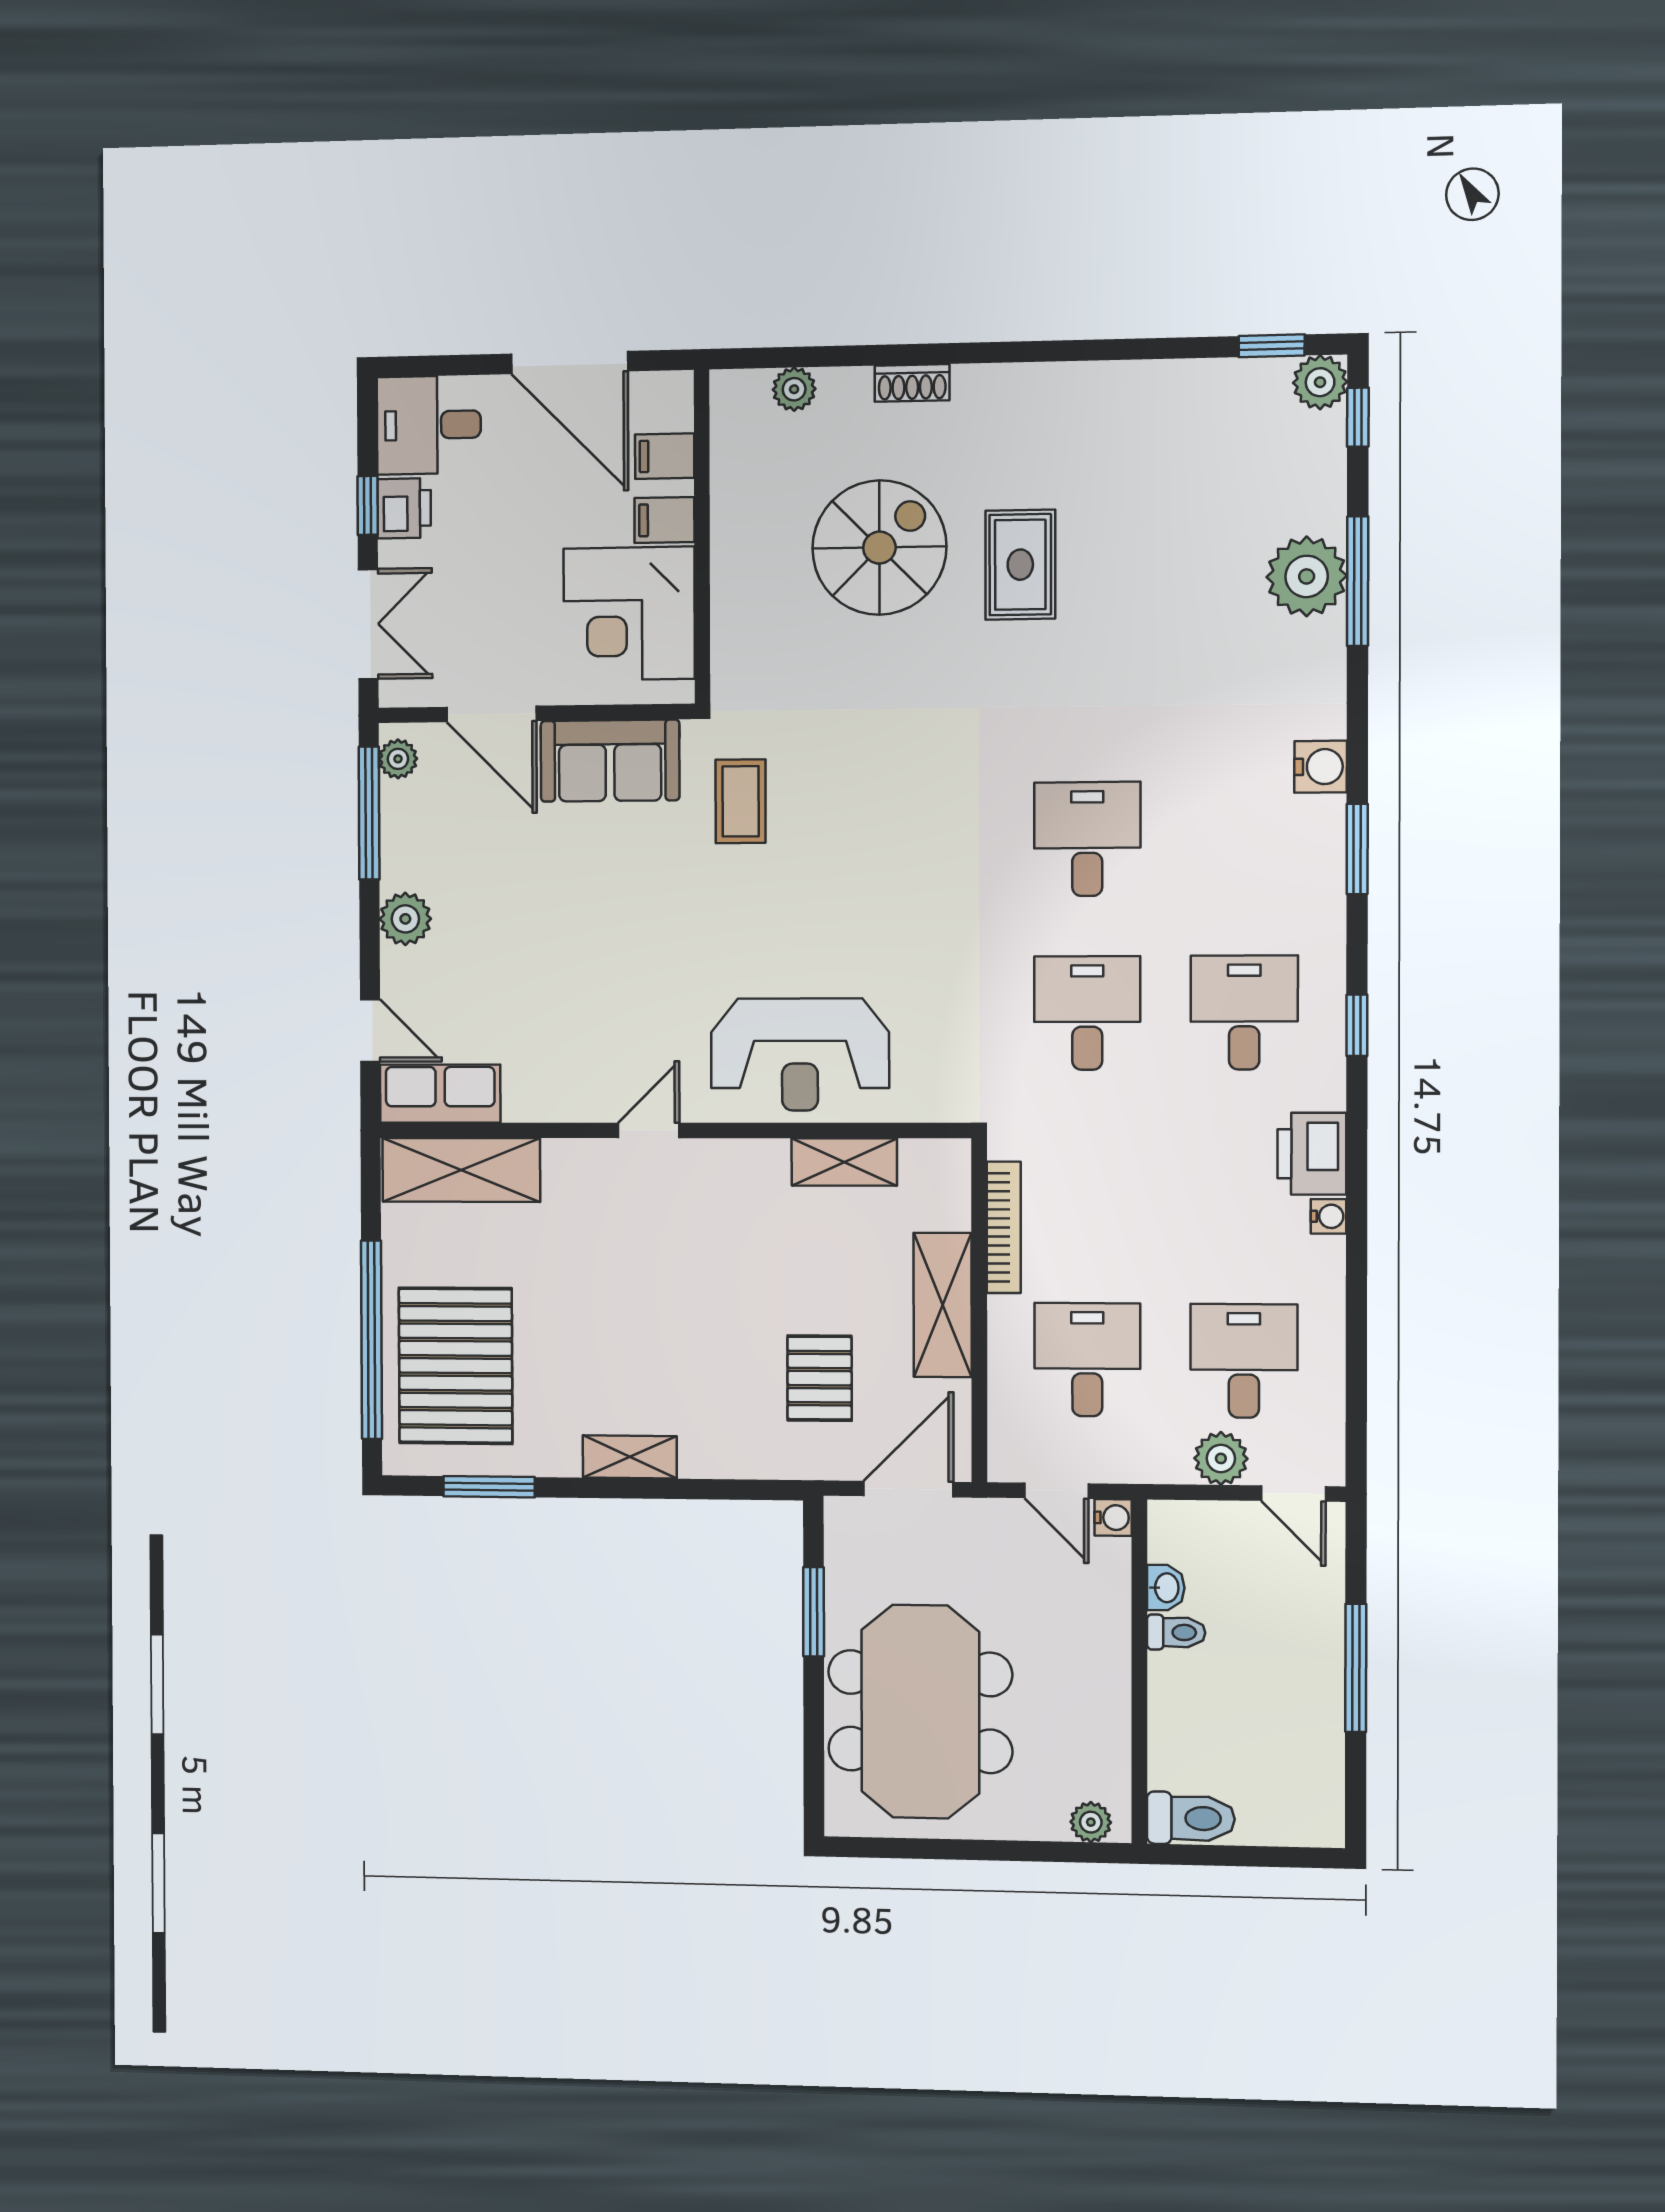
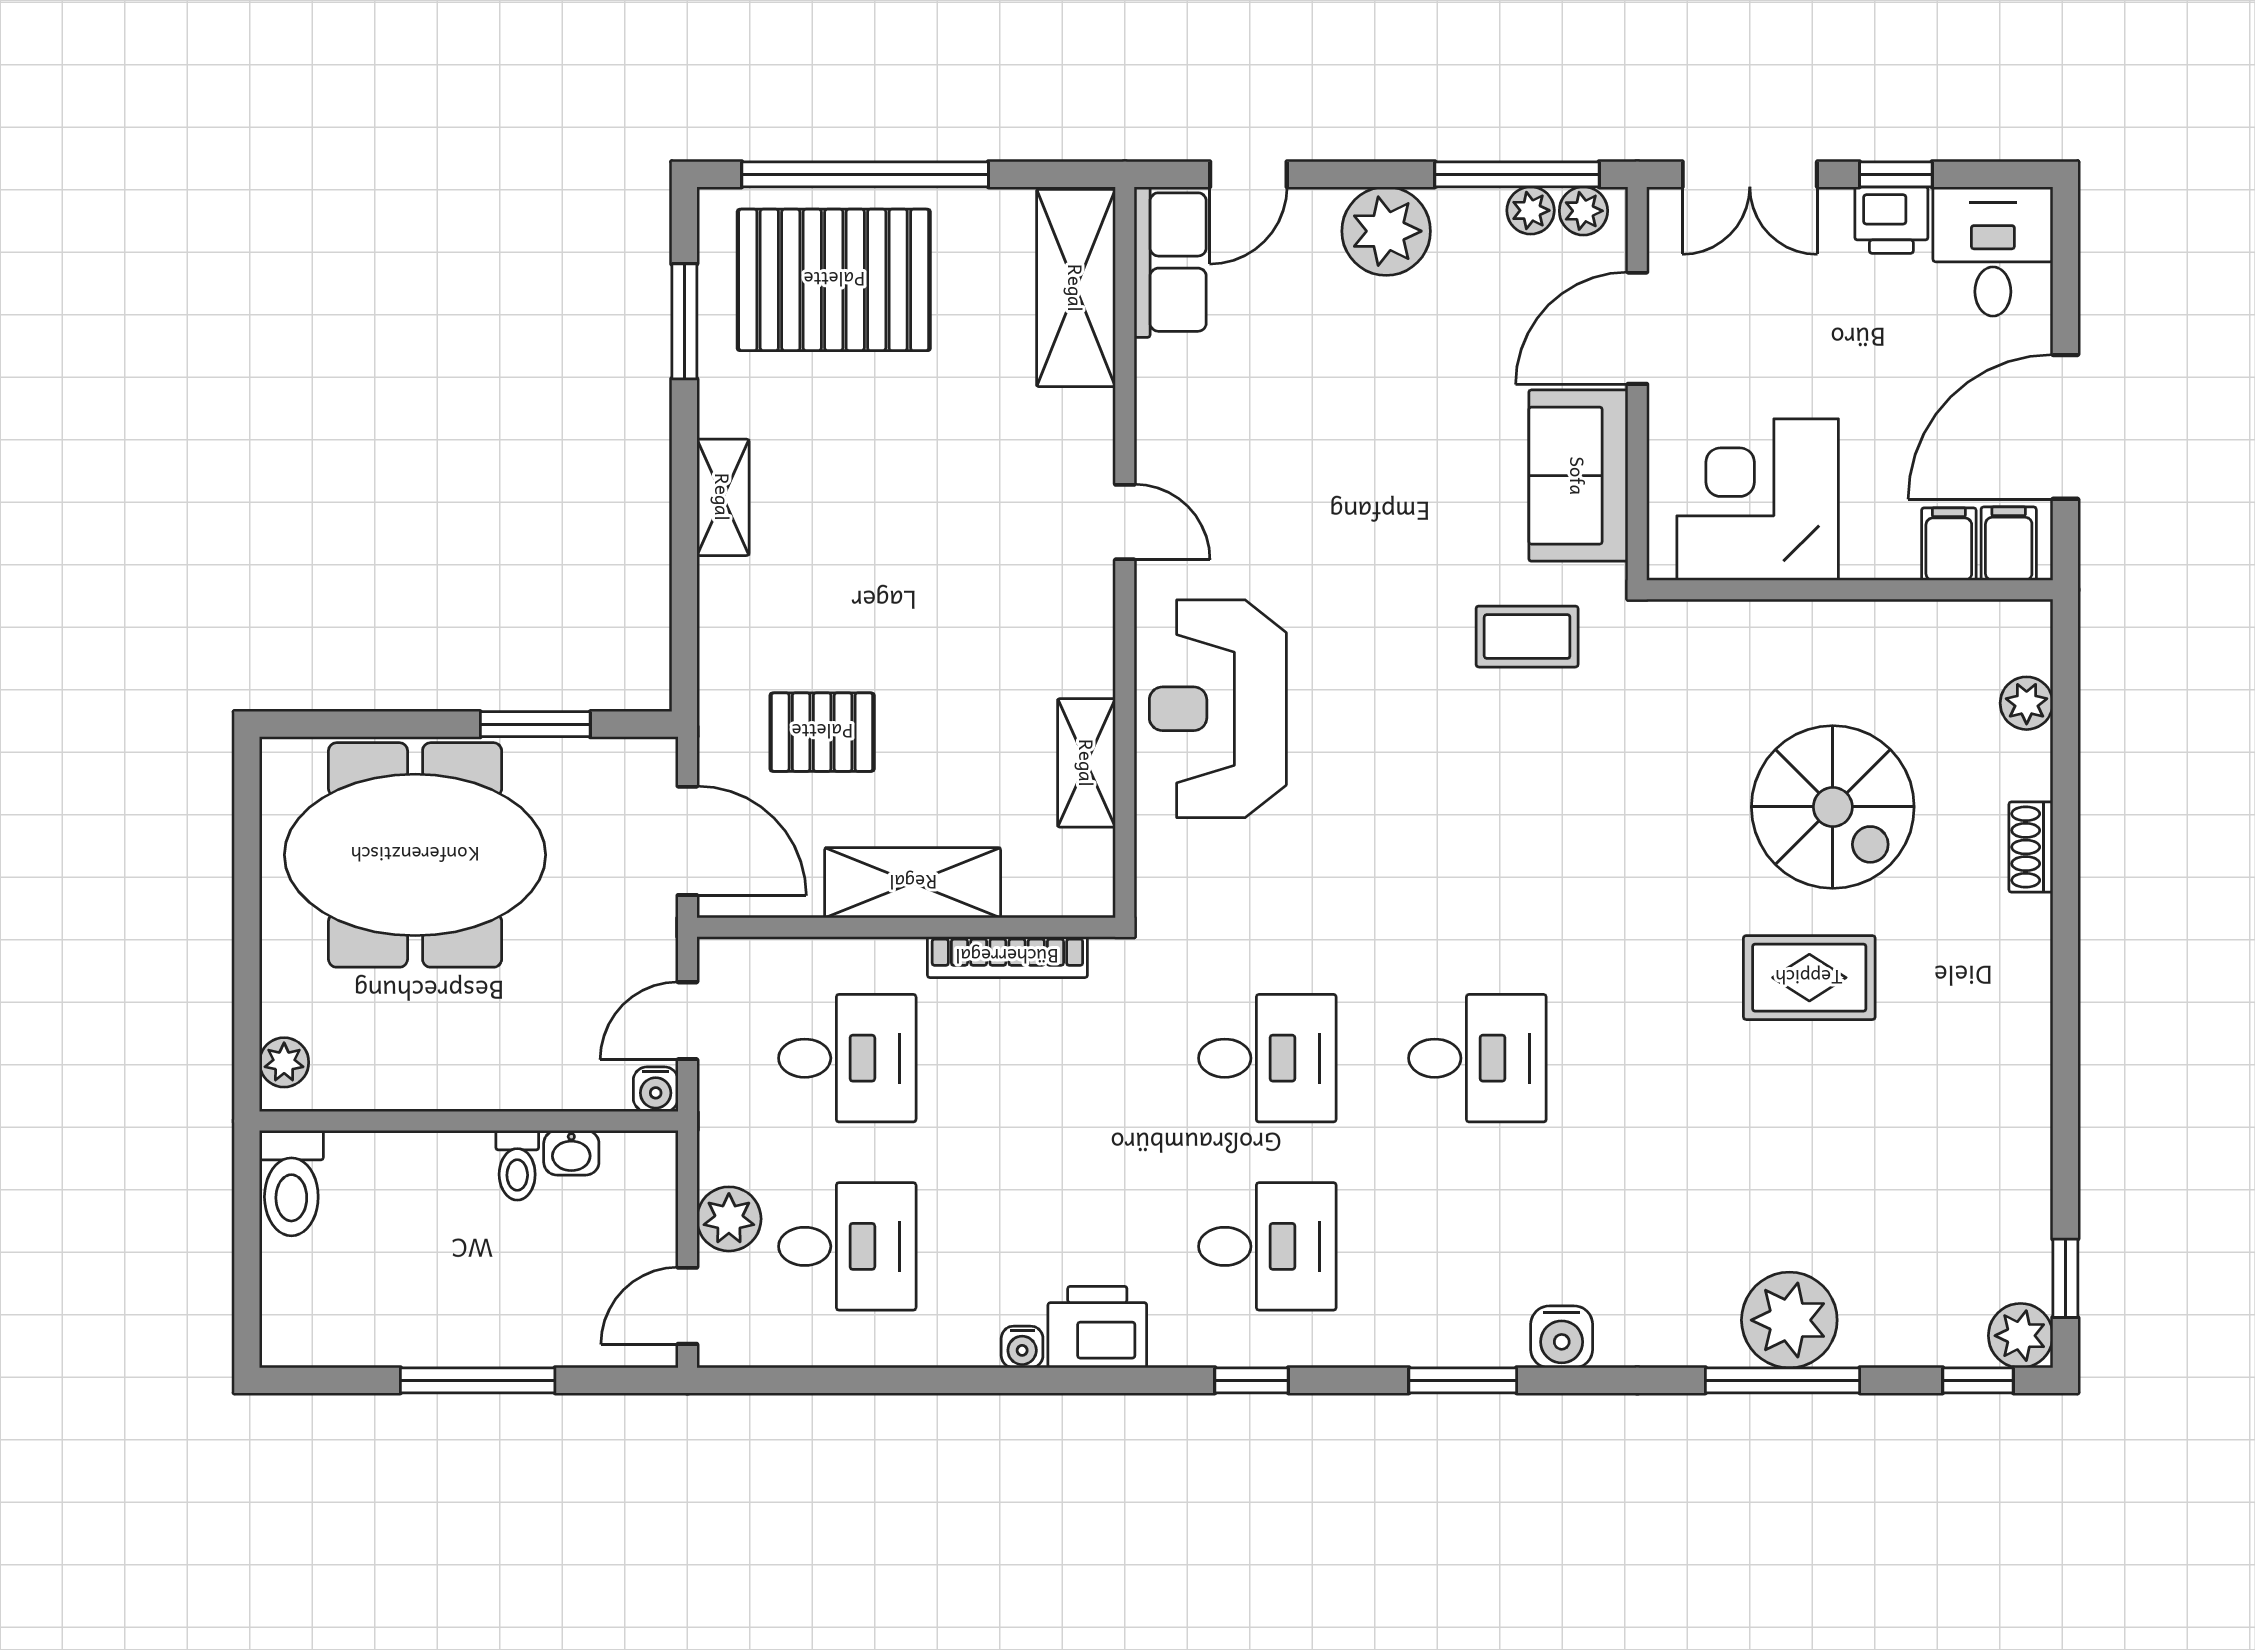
filing cabinet: (664, 520) -> (2009, 544), moved
plant: (398, 802) -> (1531, 210), added
plant: (405, 919) -> (1386, 231), width x1.36, depth x1.36

